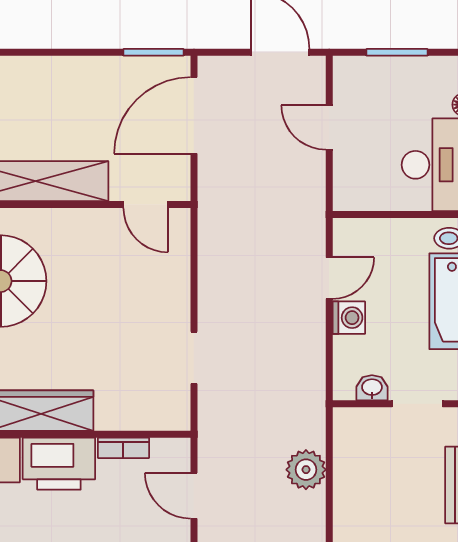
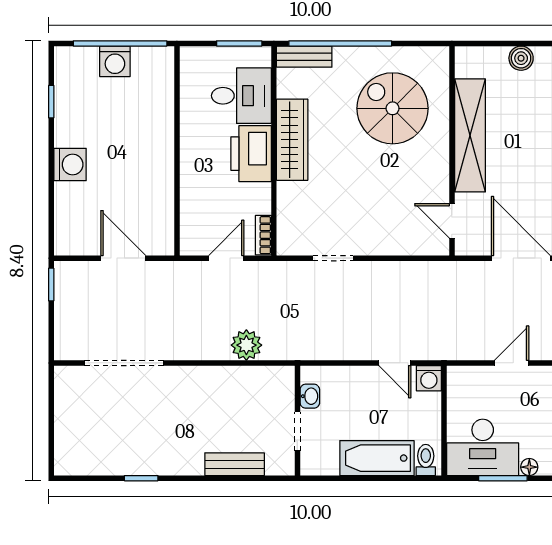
door: (146, 204) -> (452, 221), hinge flipped
washing machine: (349, 318) -> (429, 378), moved
bookcase: (123, 448) -> (263, 235), moved

